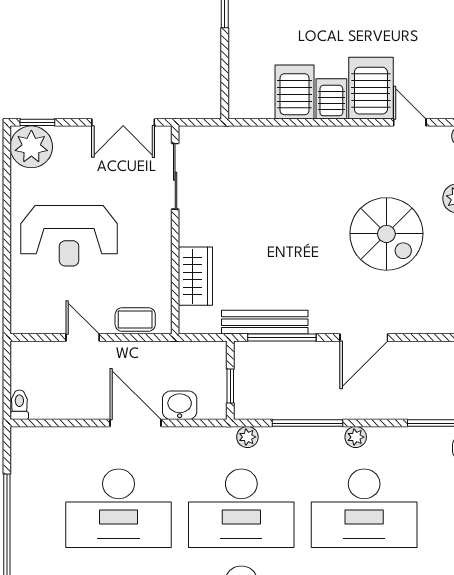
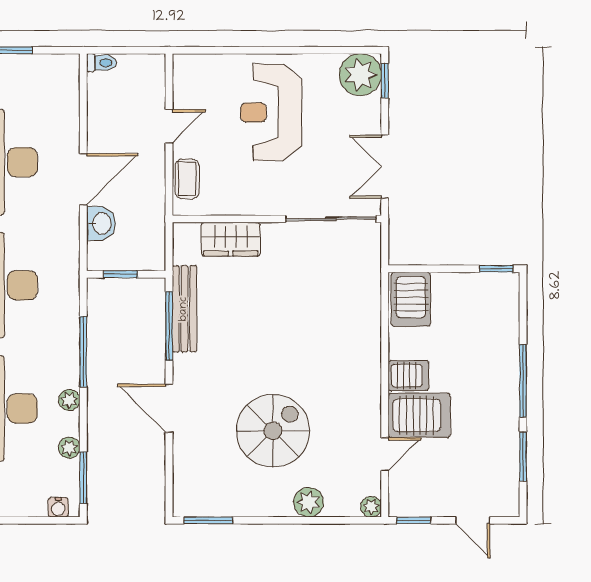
server rack: (295, 92) -> (411, 299), moved, turned 90
sliding door: (175, 176) -> (331, 219), width x1.37
spiral stairs: (386, 234) -> (273, 431), turned 180
plant: (247, 437) -> (69, 448), moved

